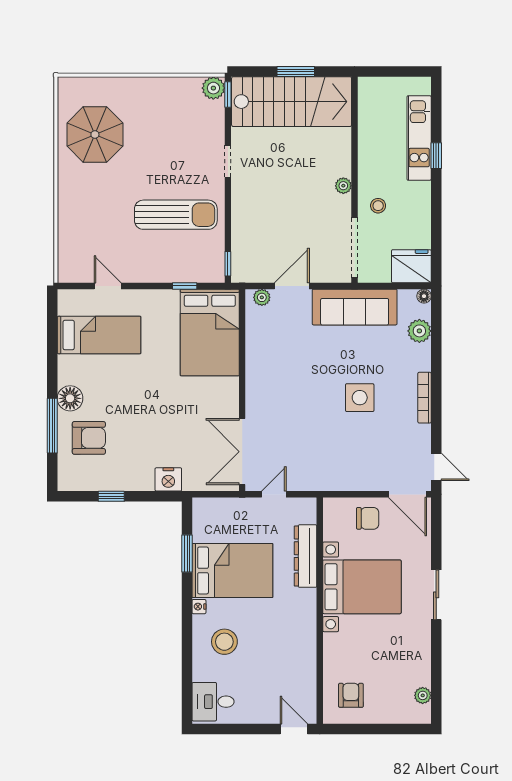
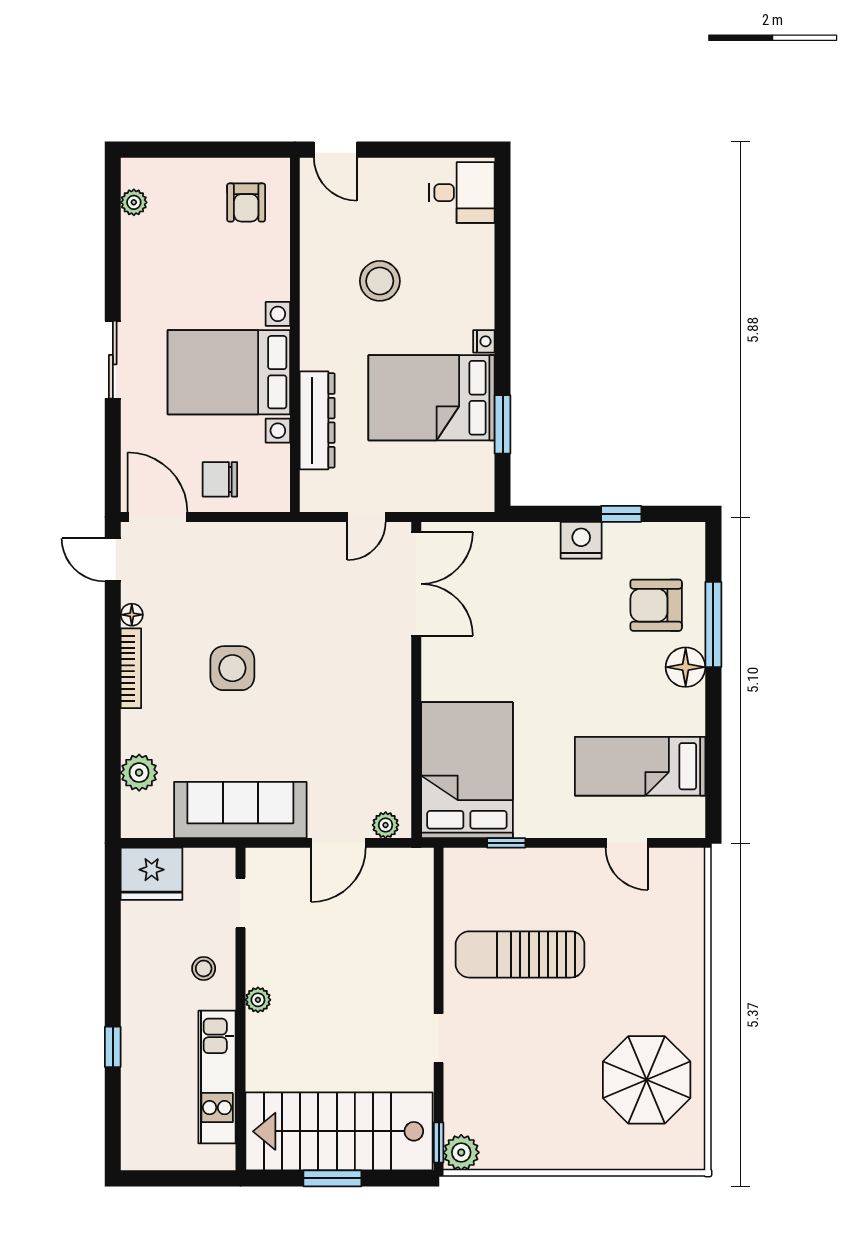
kitchen unit: (419, 138) -> (217, 1077), moved, turned 180
doorway: (354, 248) -> (241, 903), width x0.53
window: (228, 264) -> (439, 878), removed
floor lamp: (424, 296) -> (132, 615), moved
nightstand: (168, 479) -> (581, 540), moved
stool: (224, 642) -> (380, 281), moved

